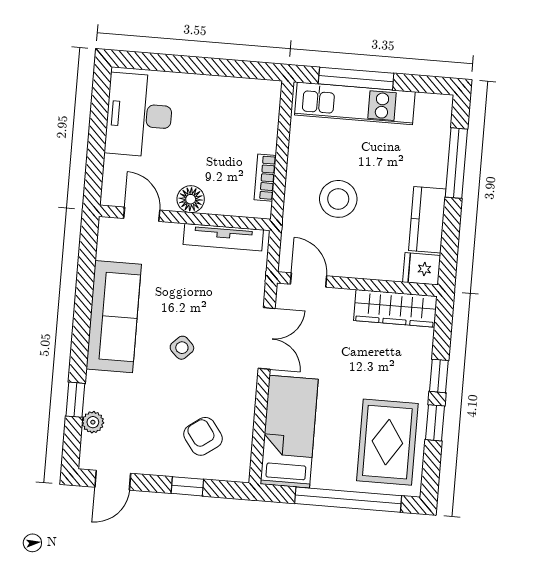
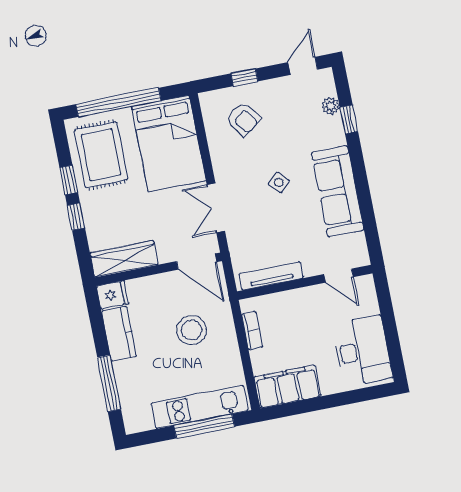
filing cabinet: (242, 98) -> (287, 387), added
floor lamp: (191, 199) -> (304, 298), removed
door: (309, 280) -> (197, 262), width x1.38
bed: (289, 432) -> (169, 143), width x1.50

